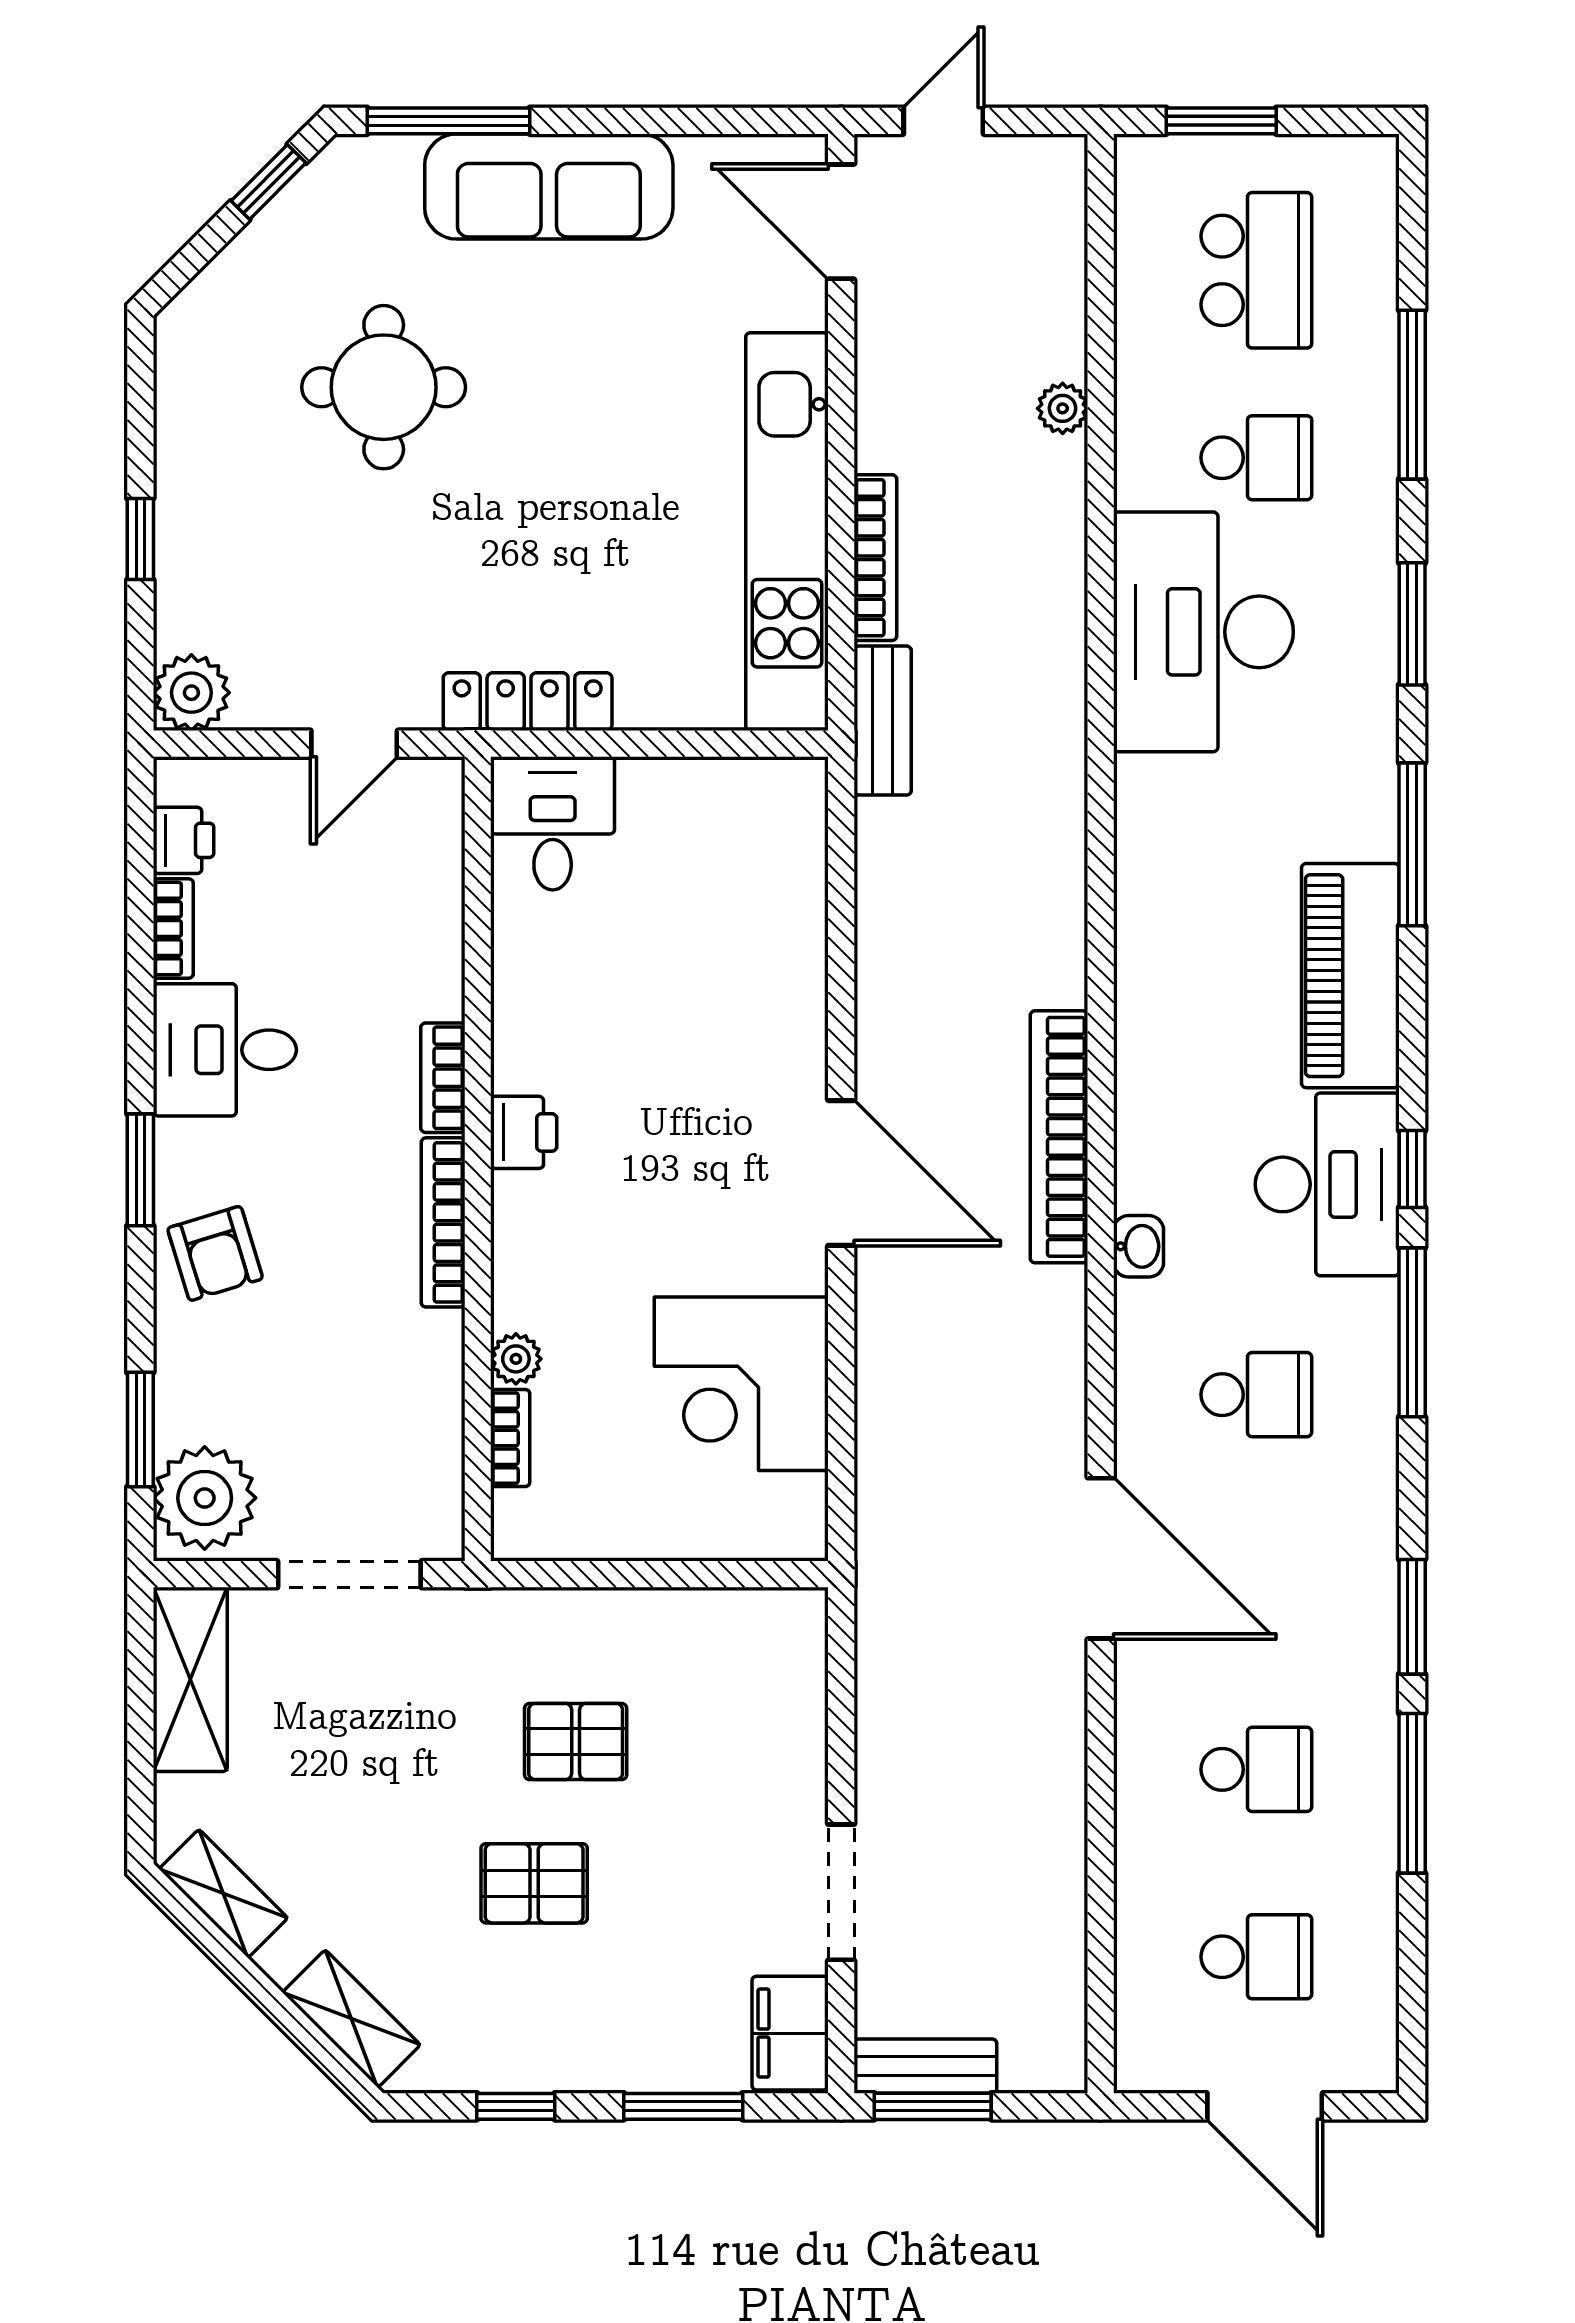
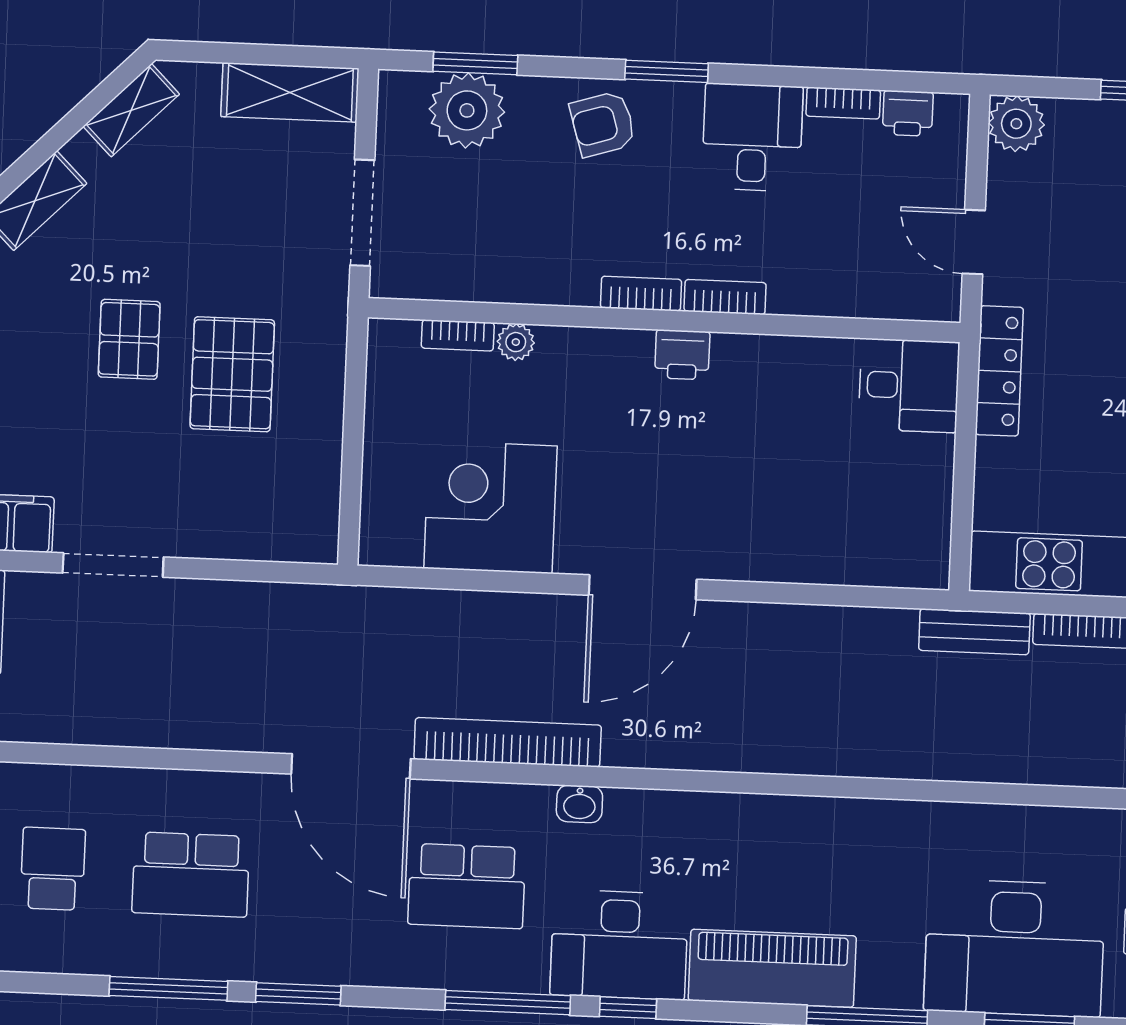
desk: (1203, 632) -> (1015, 948), moved, turned 180
bookcase: (1059, 1137) -> (508, 742), moved
bookcase: (443, 1222) -> (641, 294), width x0.64
school desk: (1256, 1395) -> (467, 886), width x1.85
plant: (205, 1498) -> (467, 110), moved
door: (1101, 1558) -> (351, 766), hinge flipped
pallet: (576, 1742) -> (232, 374), width x1.50, depth x1.42
school desk: (1256, 1769) -> (191, 875), width x1.85
school desk: (1256, 1957) -> (53, 869), turned 180

